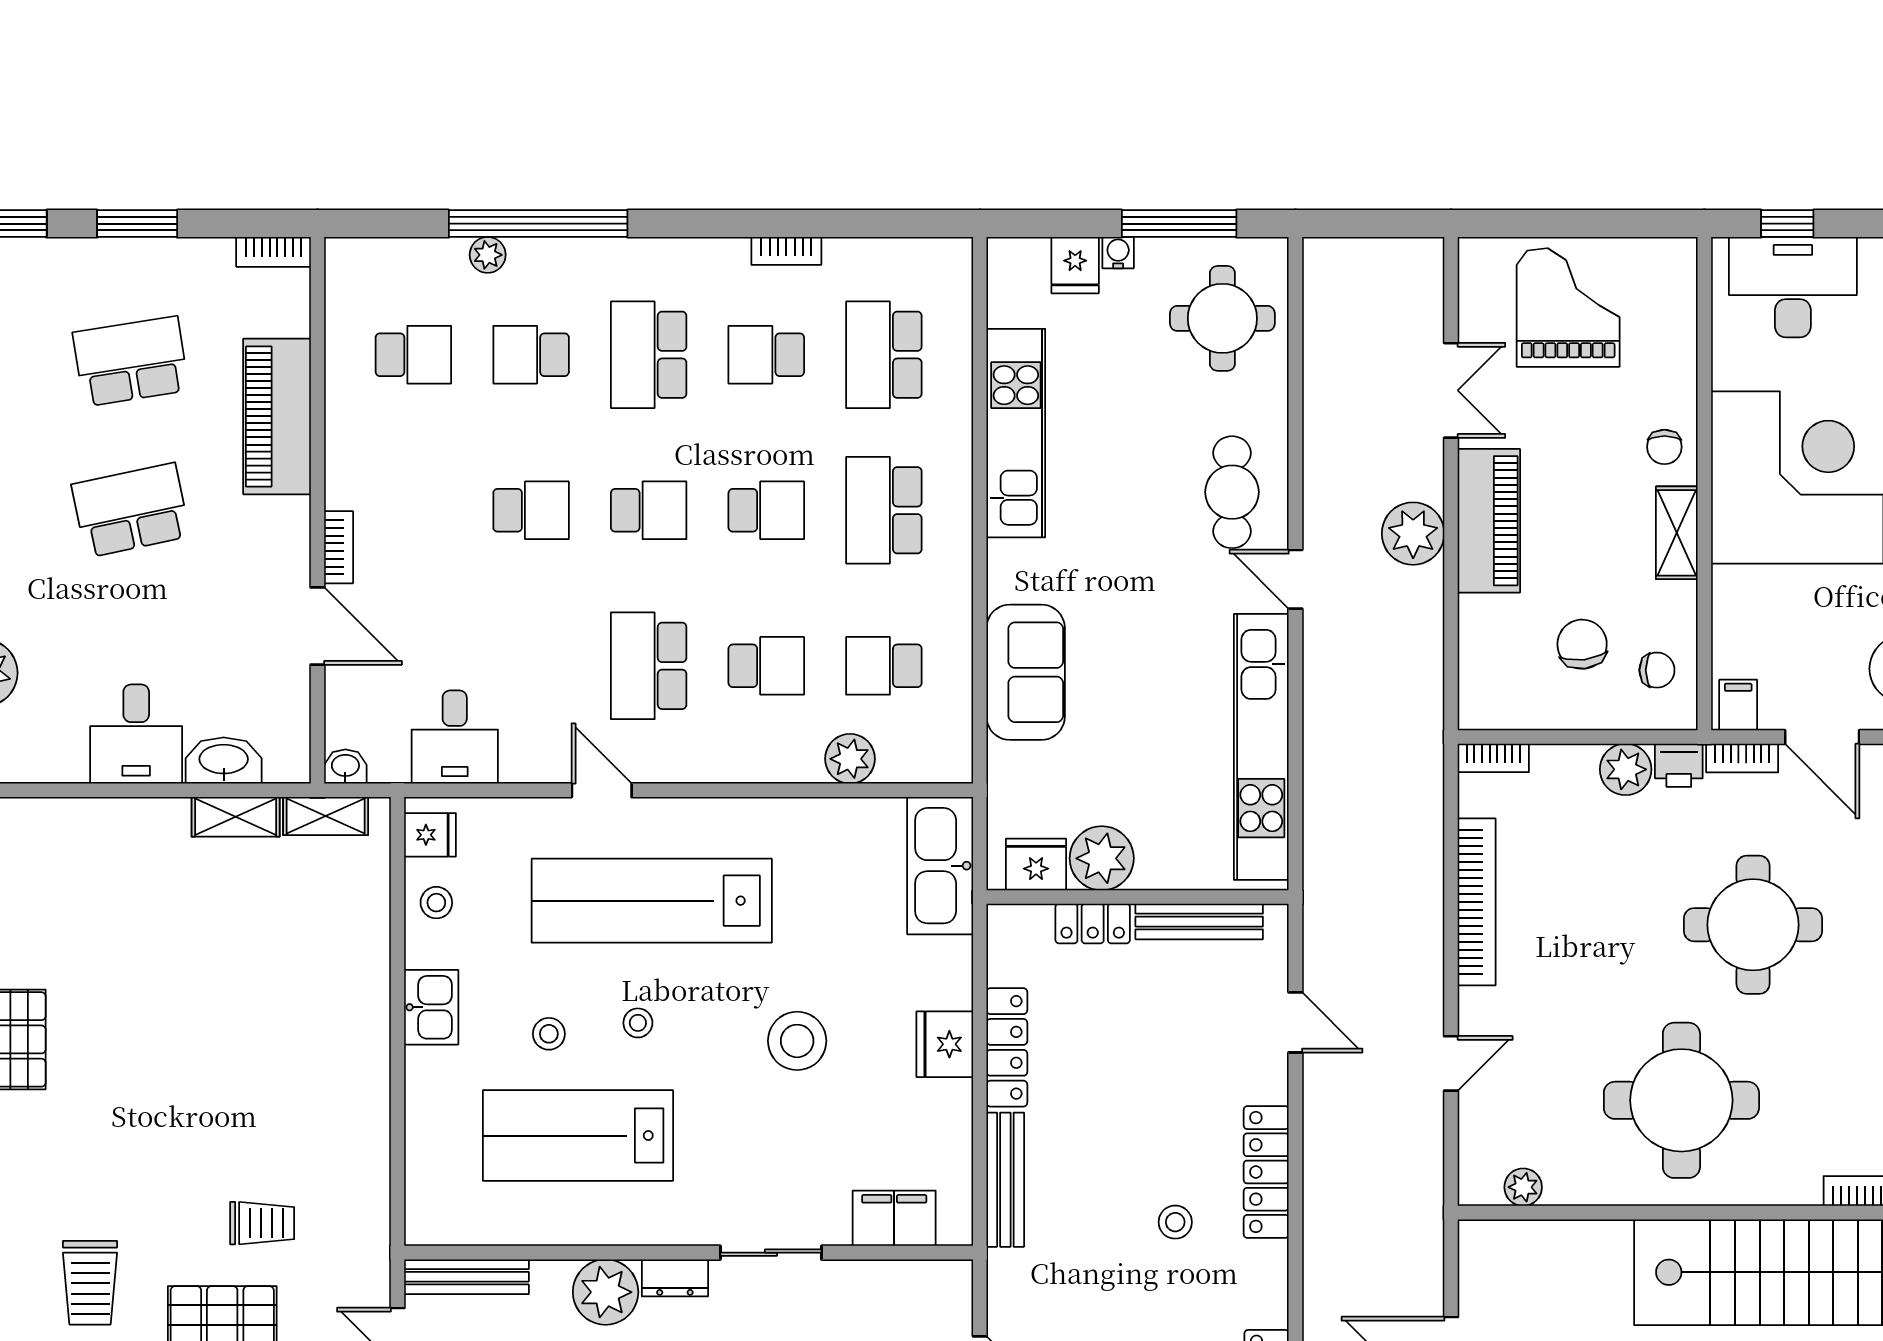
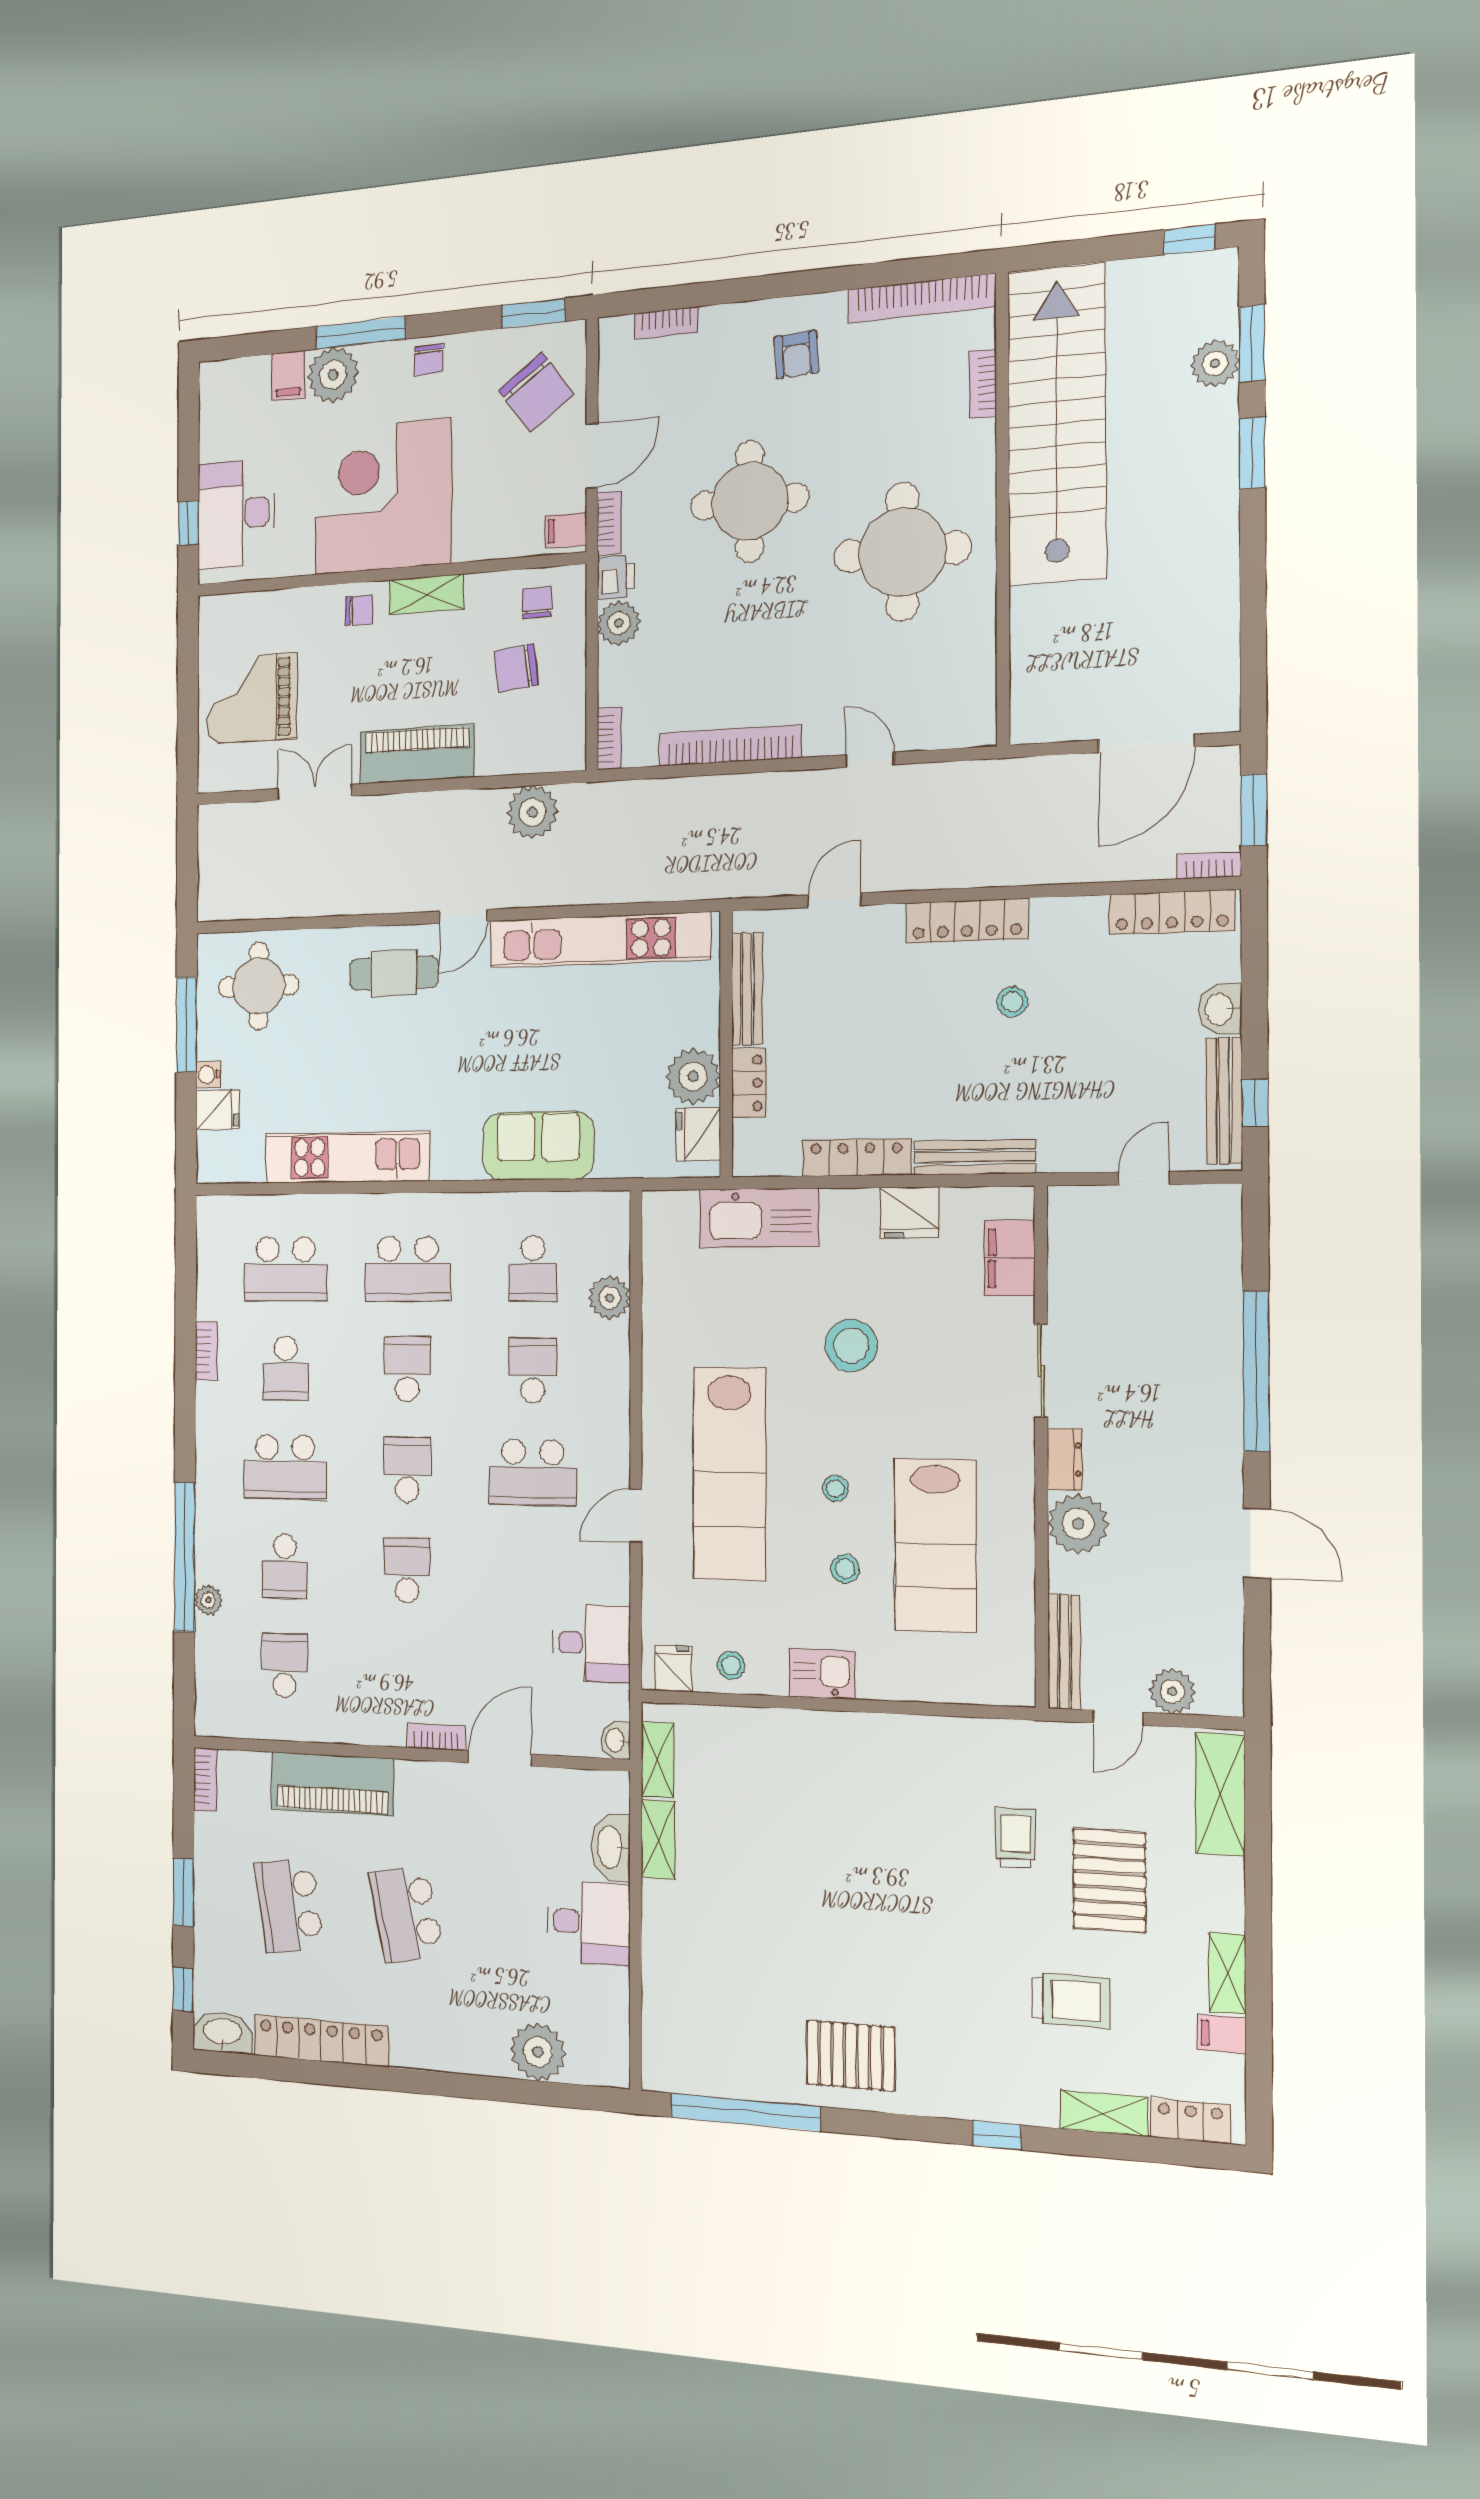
plant: (1413, 534) -> (533, 812), moved
kitchen sink: (940, 866) -> (759, 1218), moved
fridge: (945, 1044) -> (909, 1213), moved
plant: (1523, 1187) -> (980, 688), removed

